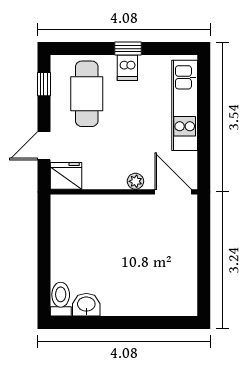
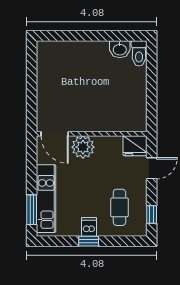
window: (204, 91) -> (32, 210), added
cafe table: (87, 94) -> (119, 207), width x0.73, depth x0.74
plant: (135, 181) -> (83, 147), width x1.88, depth x1.88

